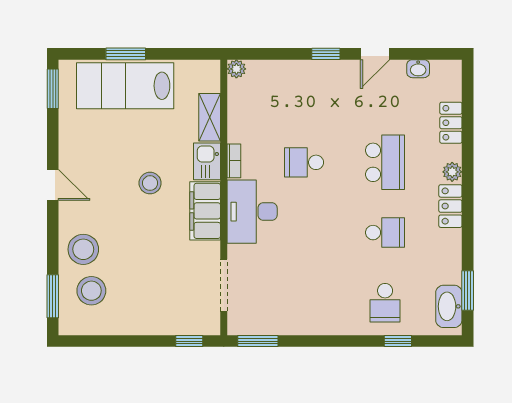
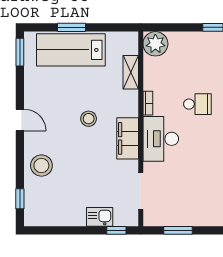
plant: (236, 69) -> (155, 44), width x1.88, depth x1.88
kitchen sink: (207, 161) -> (100, 217), moved, turned 90
school desk: (304, 162) -> (197, 104), turned 180
stool: (91, 291) -> (47, 195), removed
window: (53, 296) -> (20, 199), width x0.67
window: (258, 341) -> (178, 230), moved

